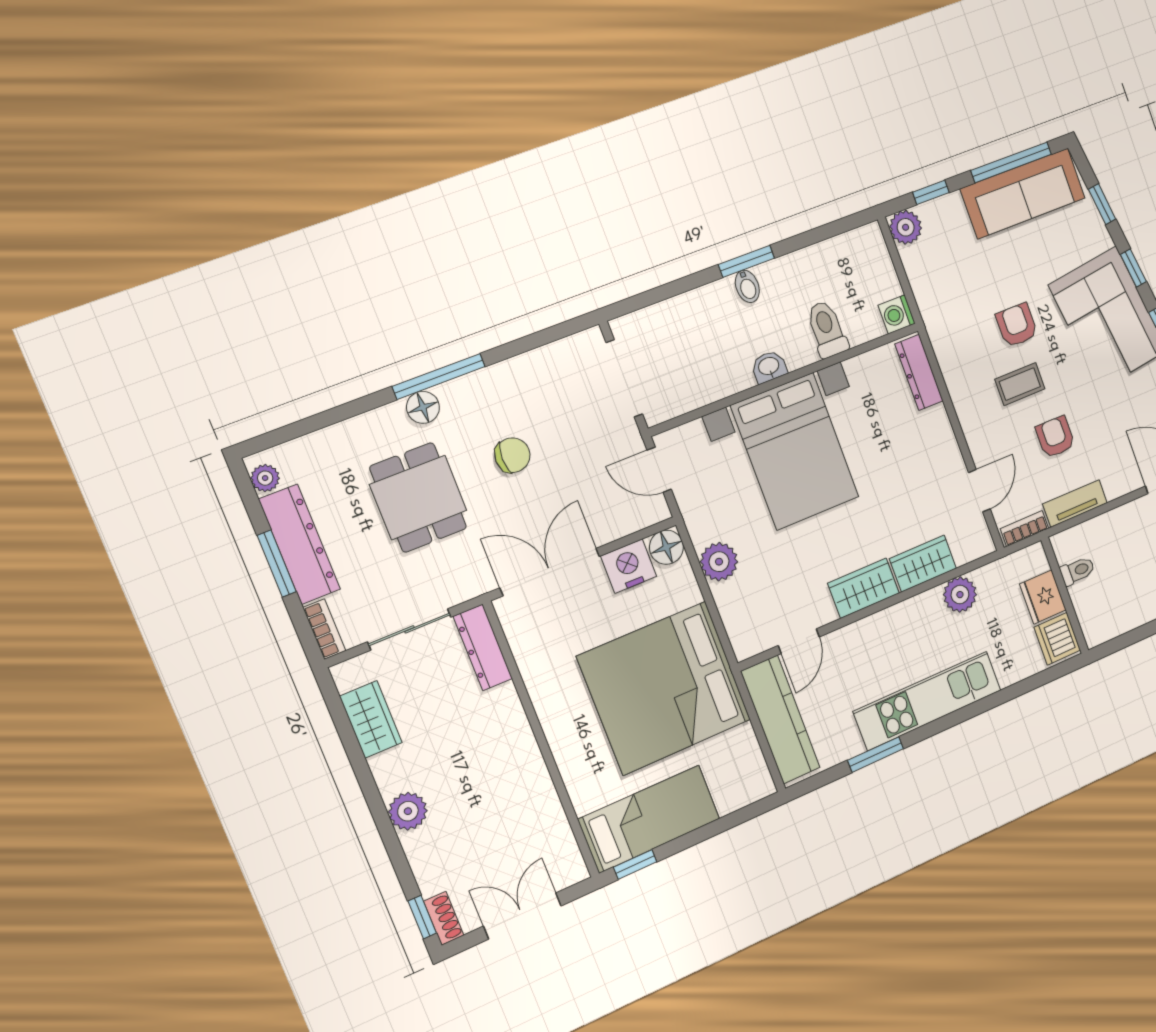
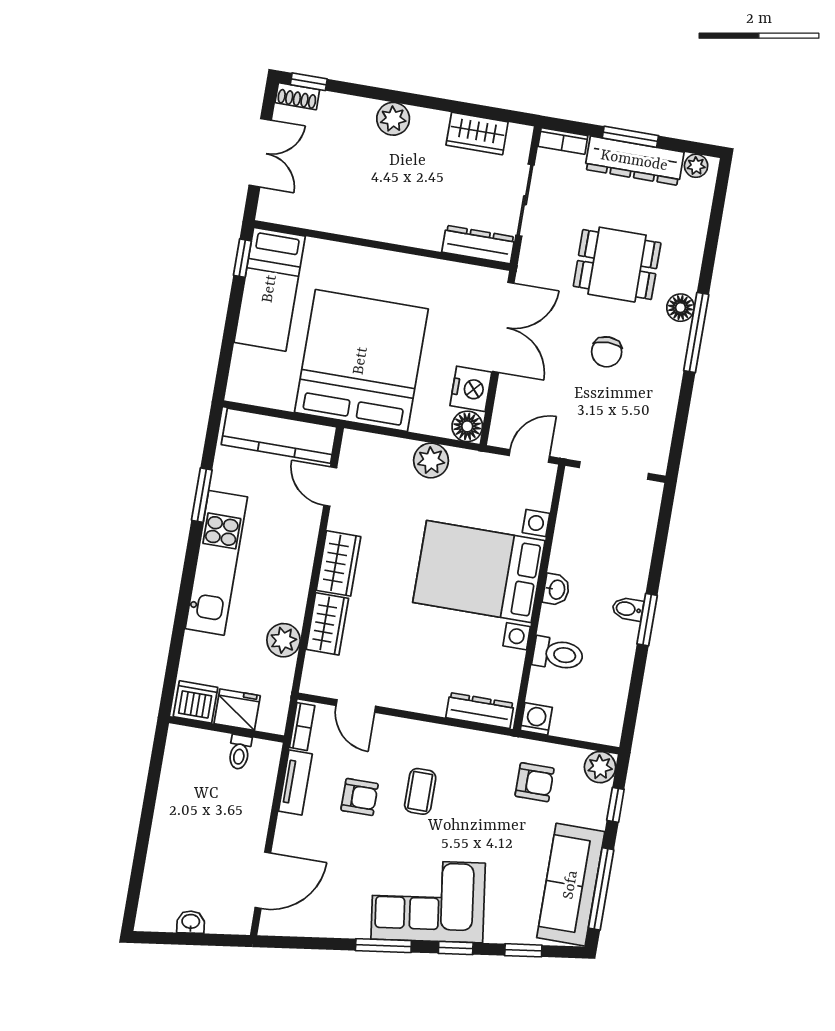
armchair: (1017, 325) -> (535, 782), moved

